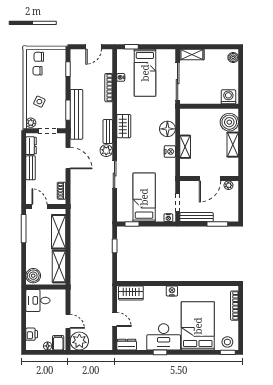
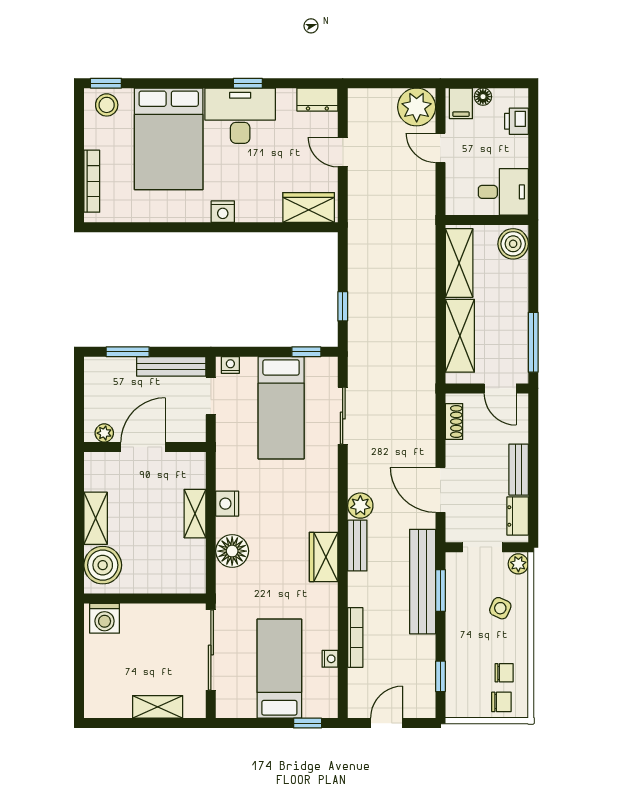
shelving: (192, 54) -> (158, 707), moved
boiler: (233, 57) -> (95, 701), removed
sliding door: (115, 174) -> (343, 416), moved

